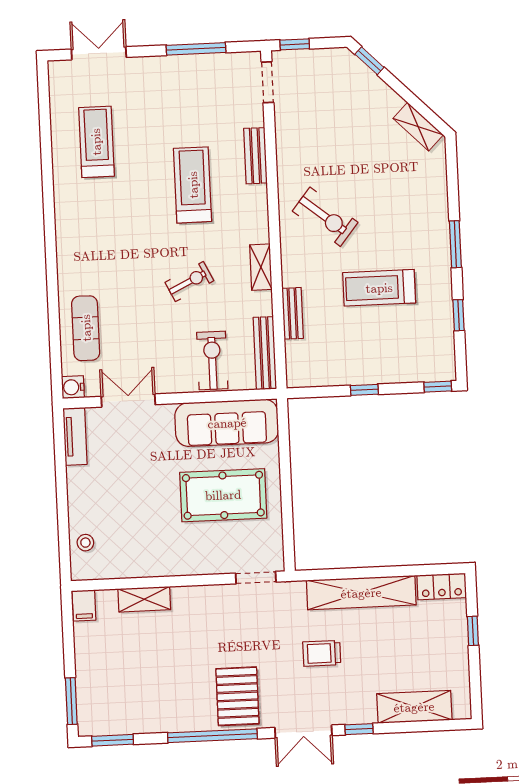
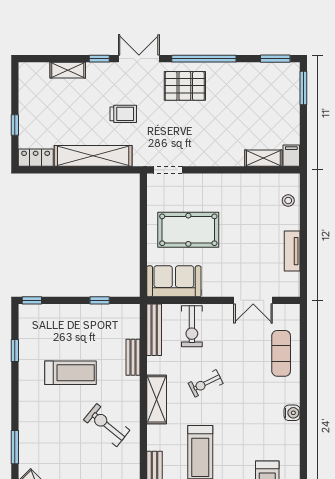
window: (455, 244) -> (15, 447), moved
shelving: (261, 267) -> (157, 399), width x1.50, depth x1.33
water cooler: (73, 387) -> (292, 413), moved
window: (364, 390) -> (100, 300), moved
sofa: (227, 423) -> (174, 281), width x0.73
tv unit: (75, 436) -> (292, 251), moved
shelving: (144, 599) -> (263, 158), moved
pallet: (237, 696) -> (185, 86), turned 90
shelving: (414, 707) -> (68, 70), width x0.67, depth x0.75

